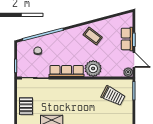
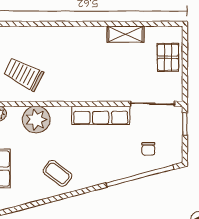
plant: (93, 68) -> (36, 120), moved

